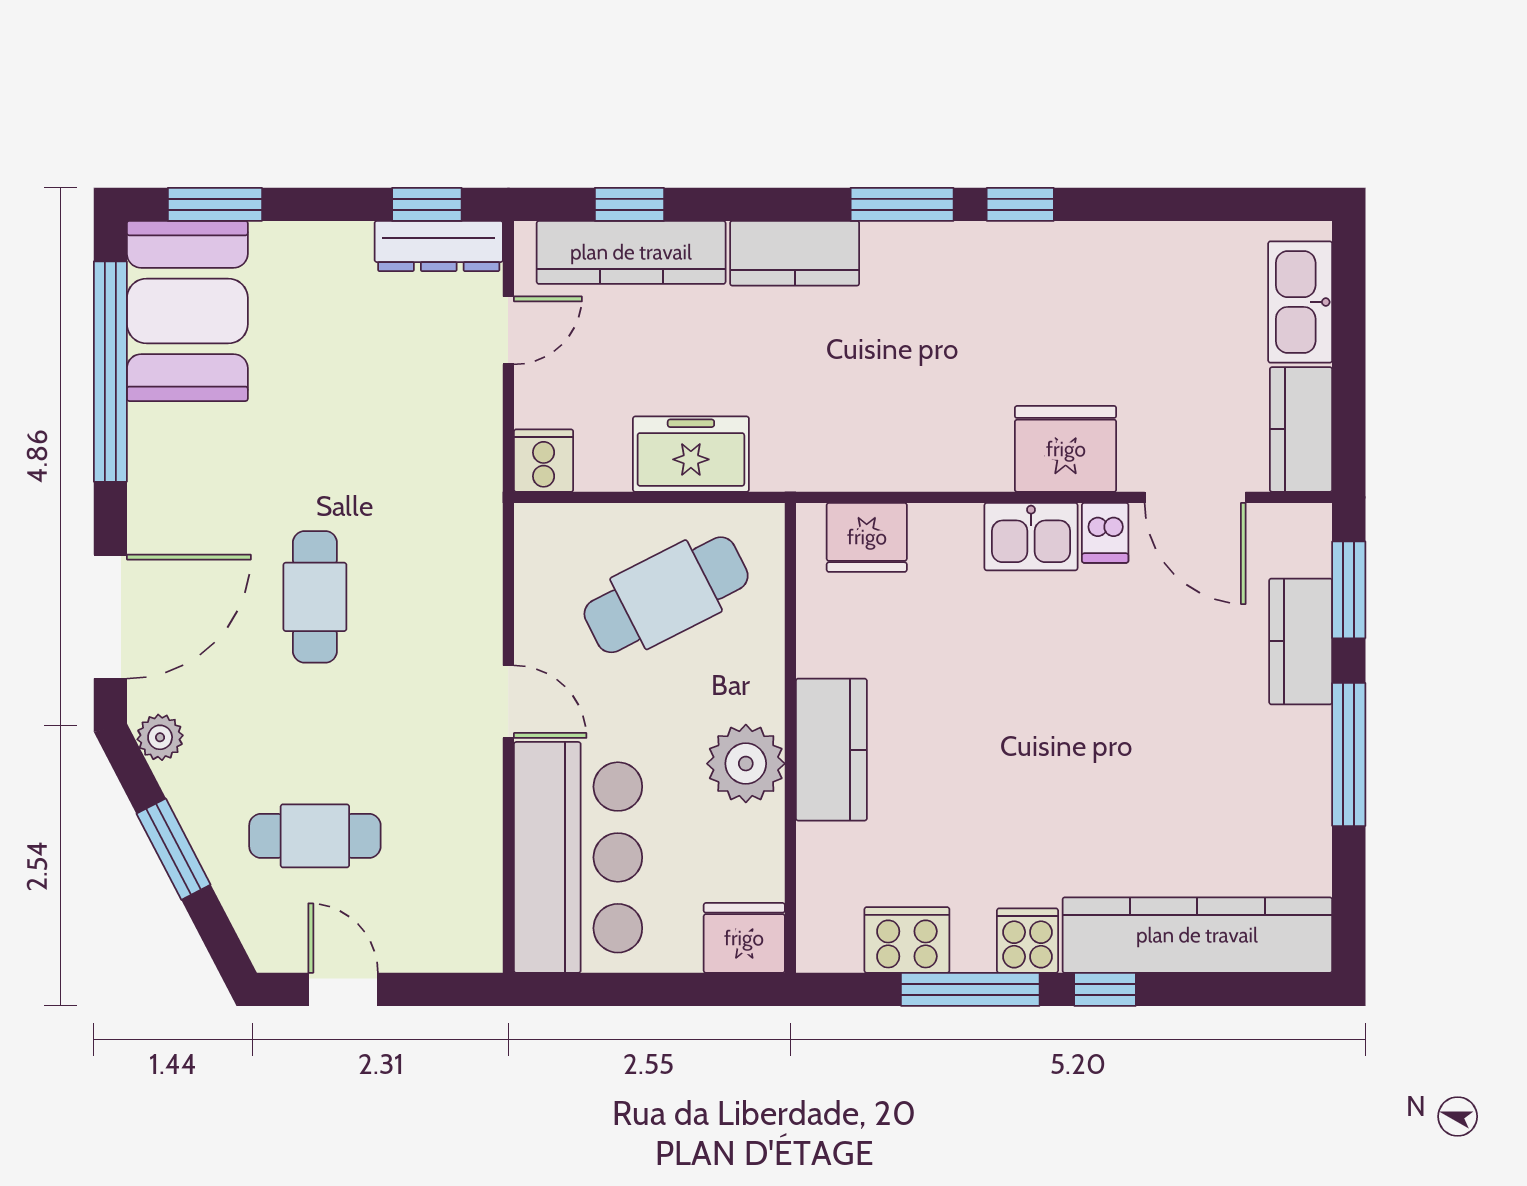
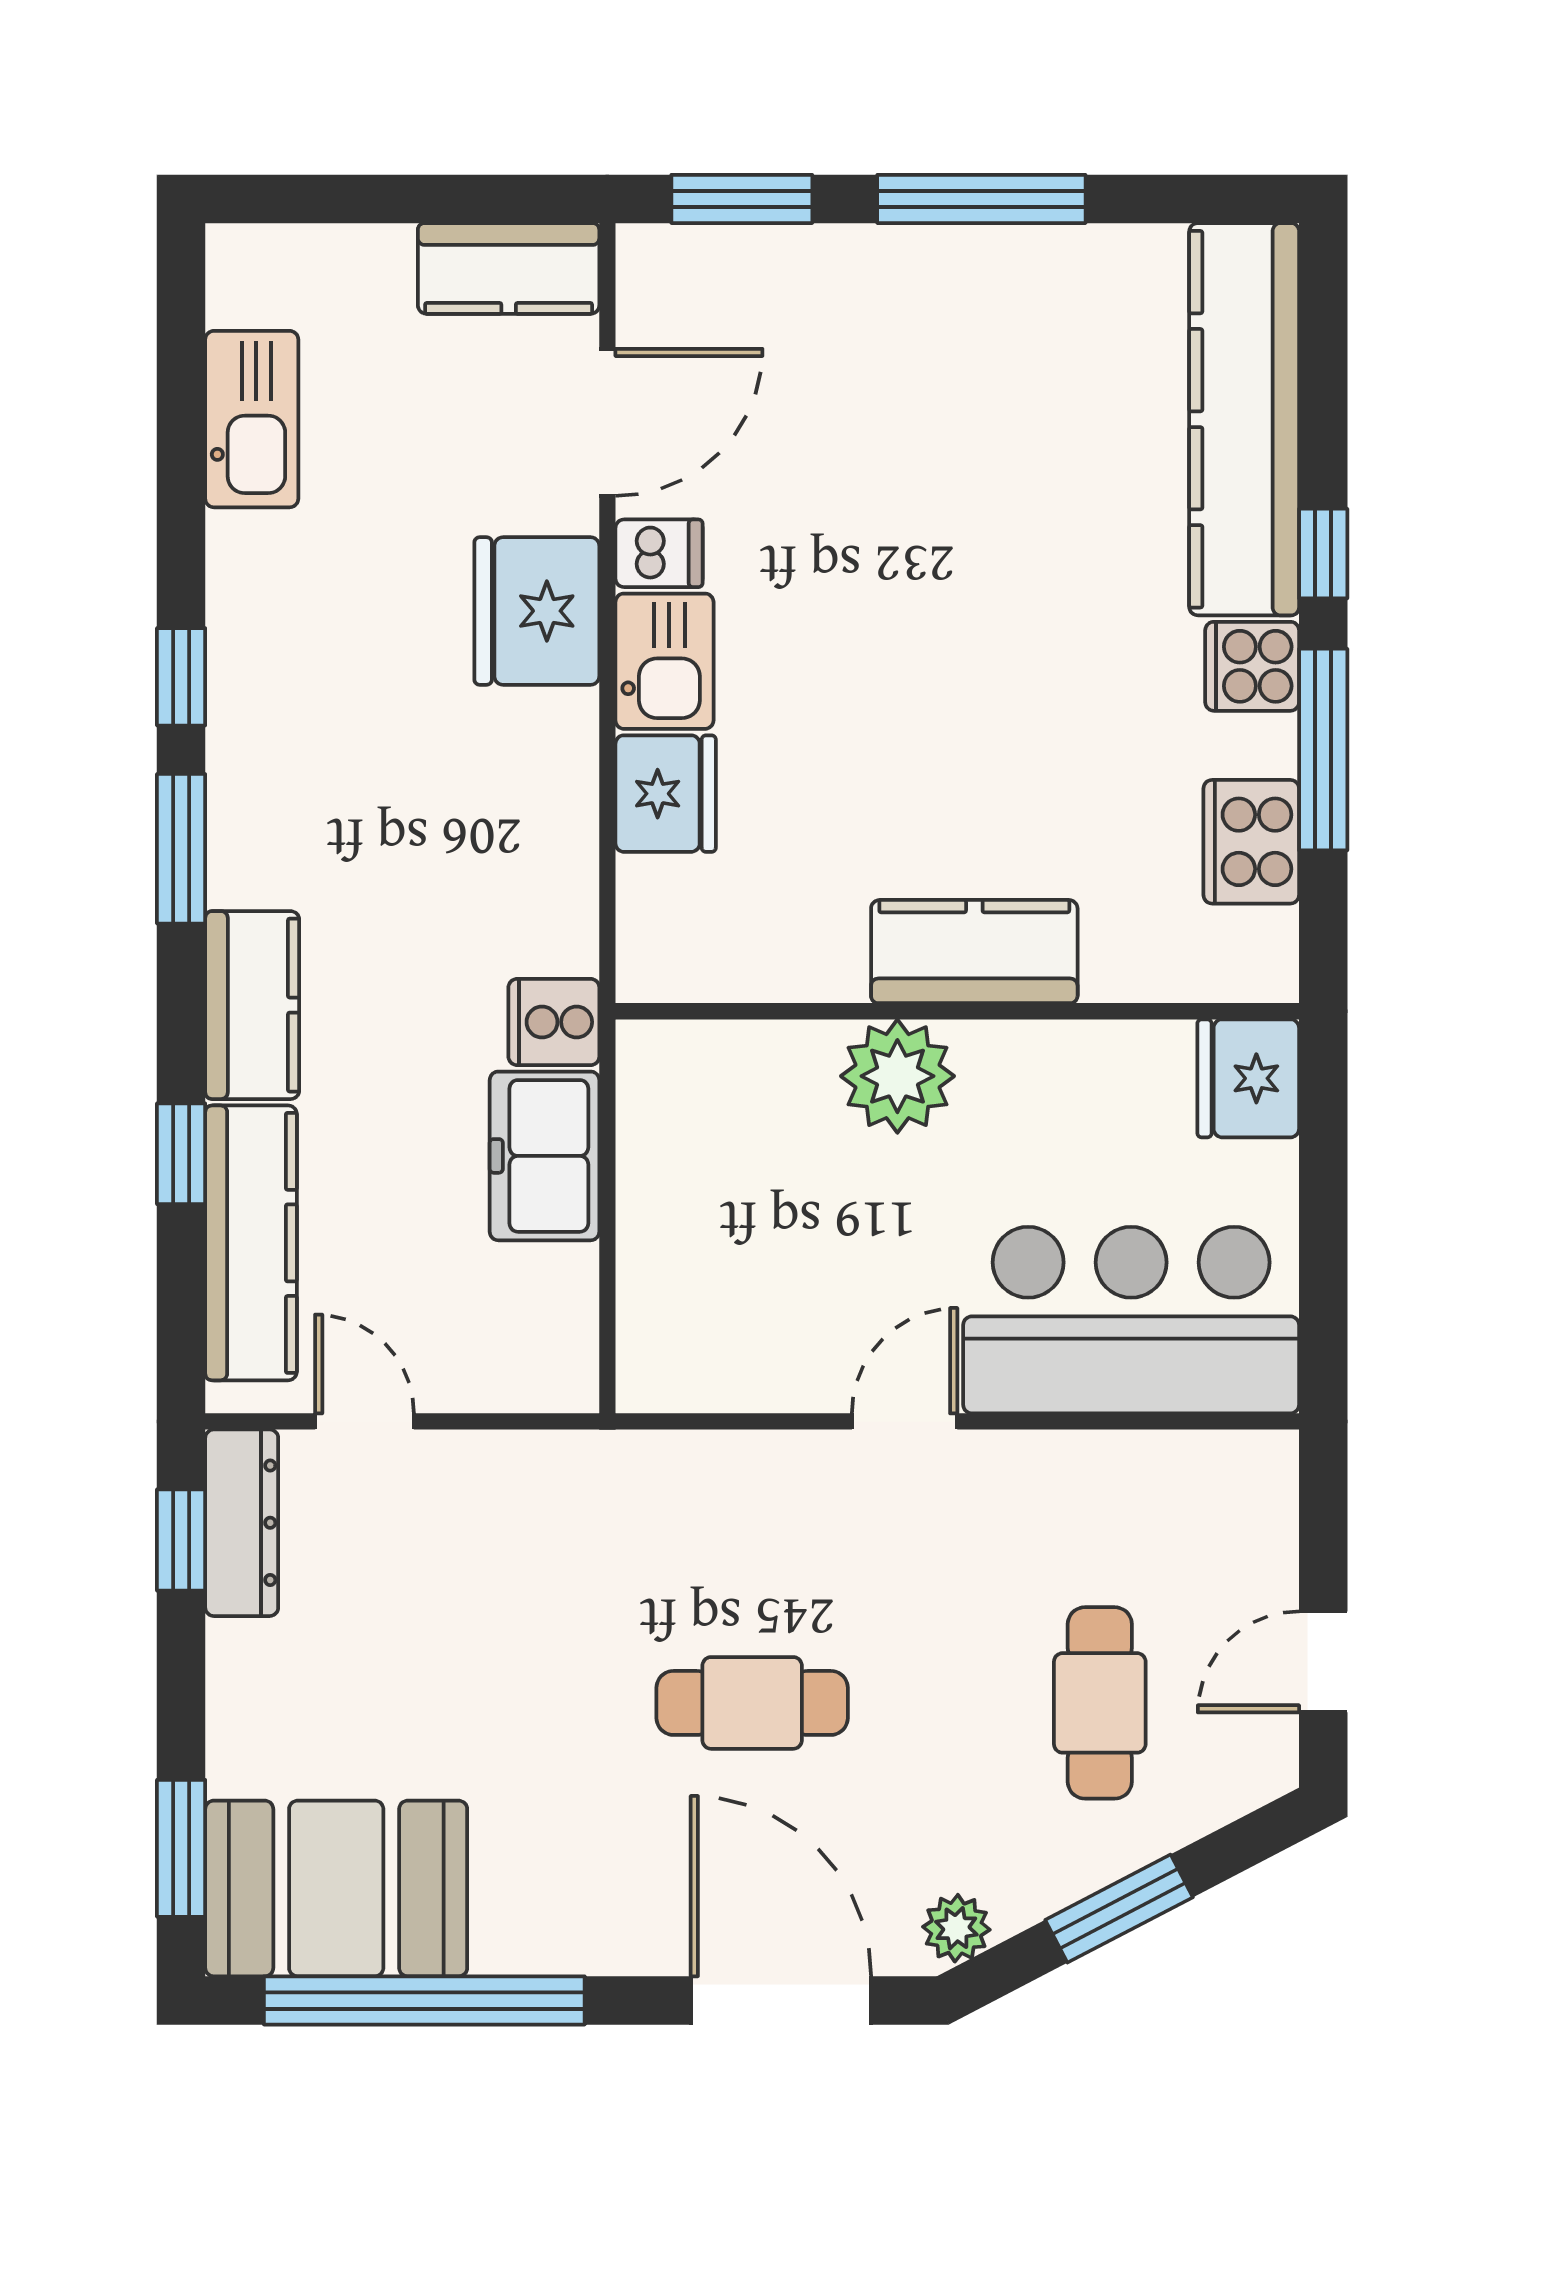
window: (629, 204) -> (181, 1154), moved
kitchen sink: (1300, 302) -> (252, 419), moved, turned -90
cooker: (544, 461) -> (554, 1022), moved
fridge: (867, 537) -> (666, 794), moved
cafe table: (666, 595) -> (749, 1192), removed
kitchen counter: (1301, 641) -> (817, 269), removed
plant: (746, 764) -> (897, 1076), moved

